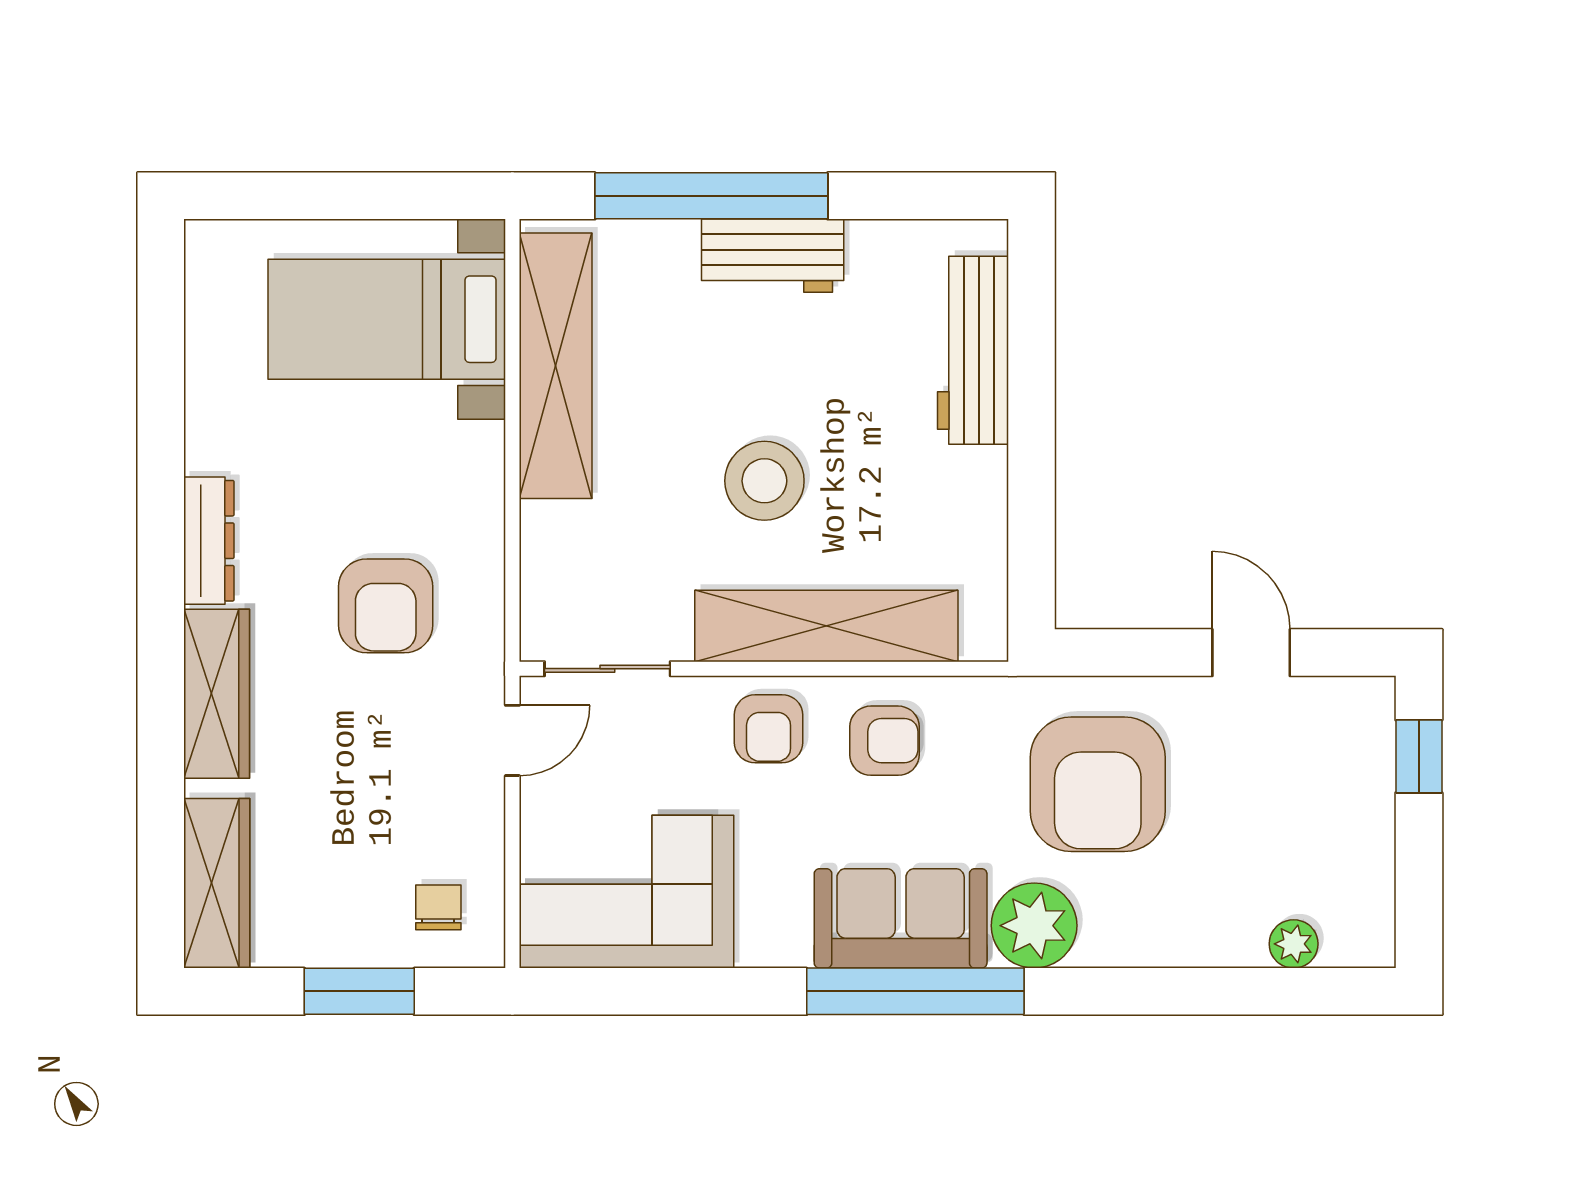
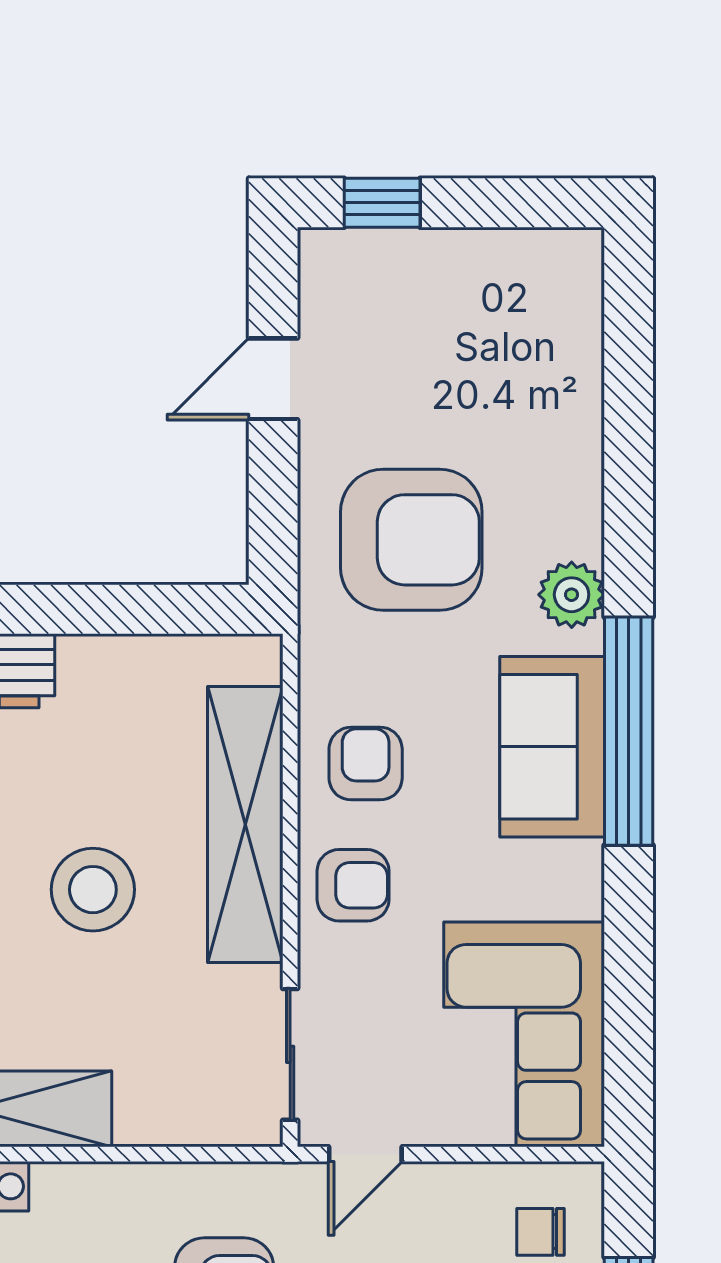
door: (512, 740) -> (365, 1154), swing flipped
plant: (1034, 926) -> (572, 595), width x0.73, depth x0.73
plant: (1294, 944) -> (579, 334), removed

